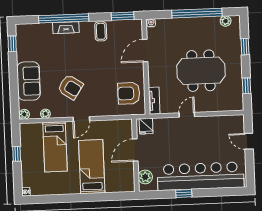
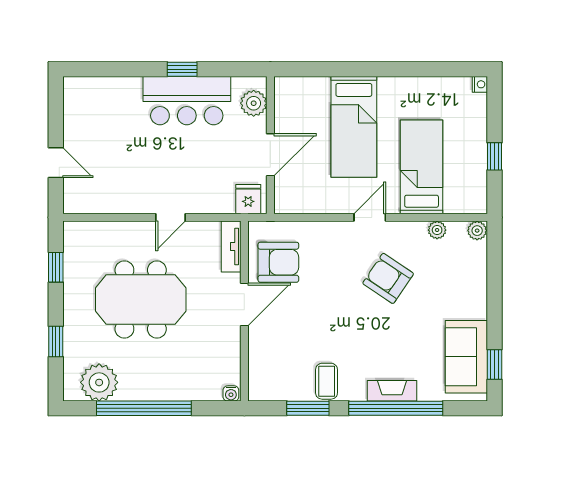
window: (123, 16) -> (308, 408), moved
plant: (226, 21) -> (99, 382), width x1.88, depth x1.88
door: (145, 51) -> (244, 304), moved
sofa: (29, 81) -> (466, 357), moved
bar counter: (201, 176) -> (187, 101), width x0.54

